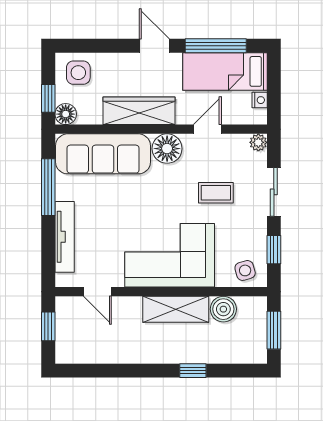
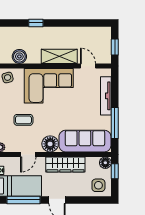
shelving: (176, 309) -> (59, 56), moved

